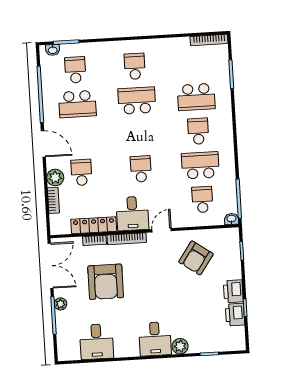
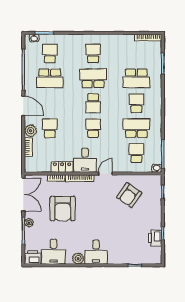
school desk: (139, 135) -> (93, 103), added
locker: (94, 225) -> (62, 167), width x0.66
printer: (233, 291) -> (33, 257), moved, turned 90
plant: (180, 346) -> (78, 259), moved

